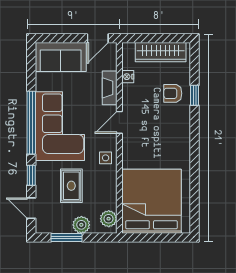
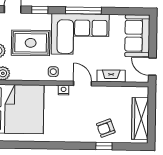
nightstand: (128, 77) -> (64, 90), moved
armchair: (173, 93) -> (106, 128), turned -111
window: (31, 123) -> (83, 11), width x0.68
rug: (71, 186) -> (31, 43), width x1.36, depth x1.43

